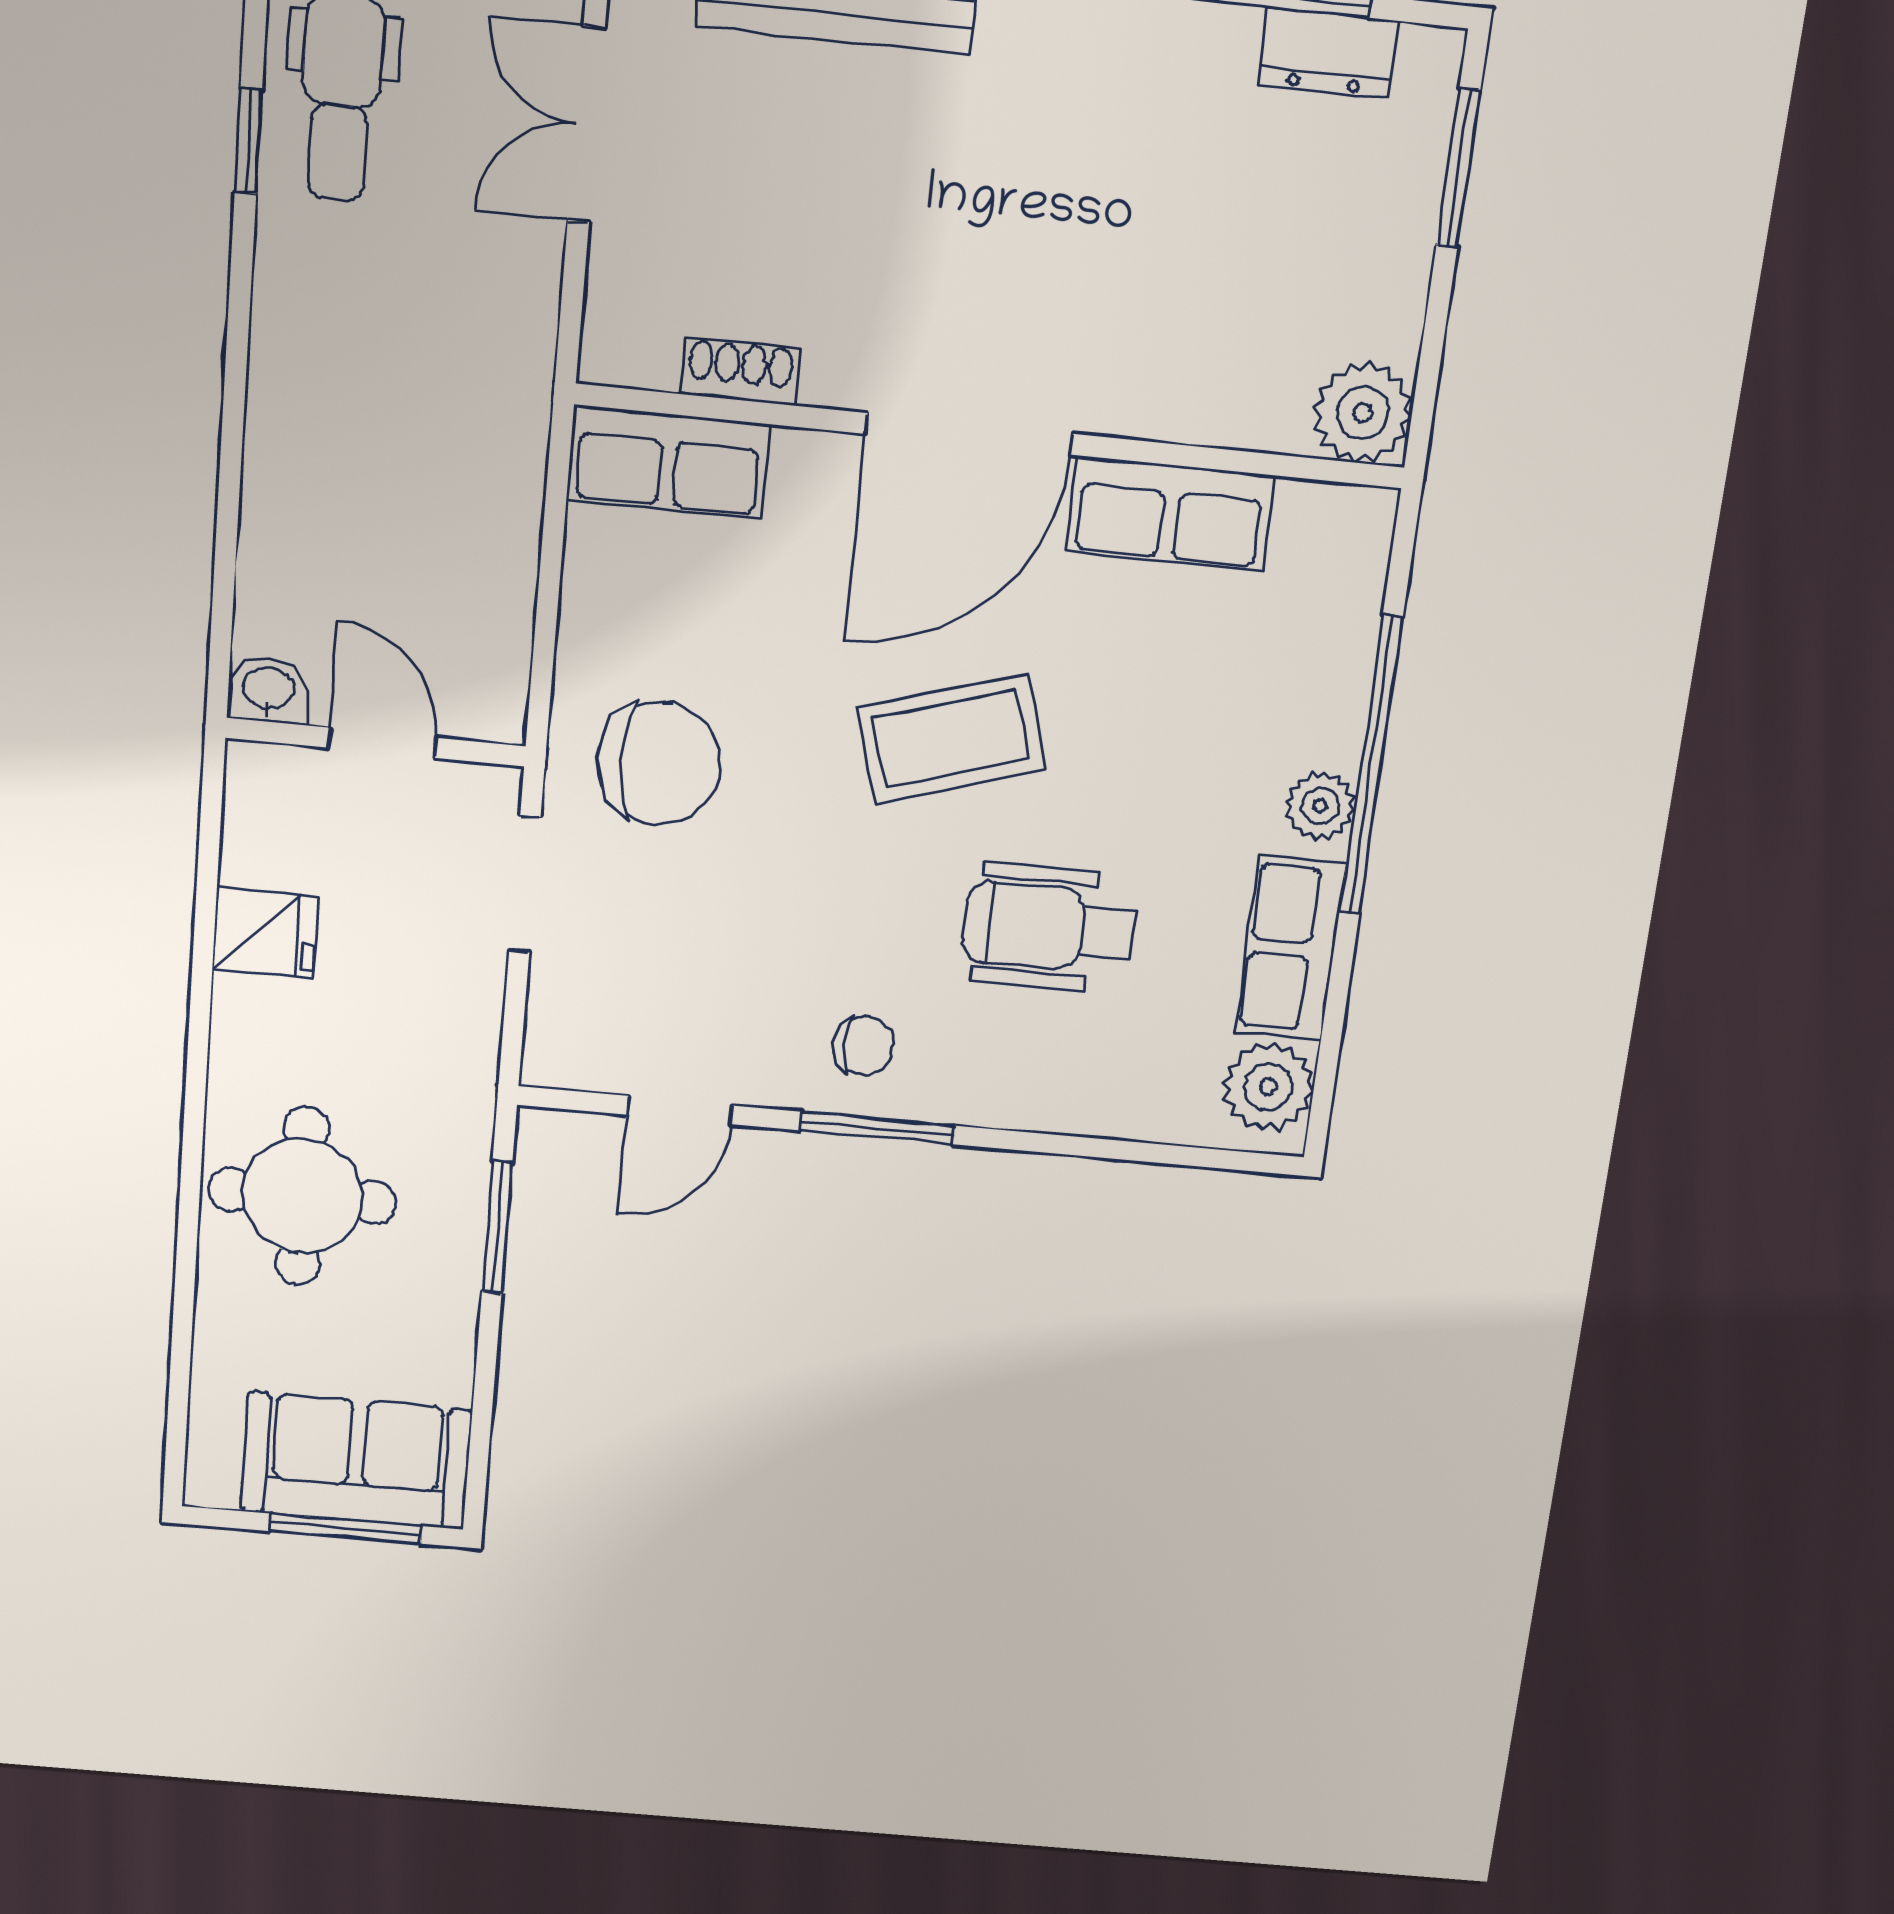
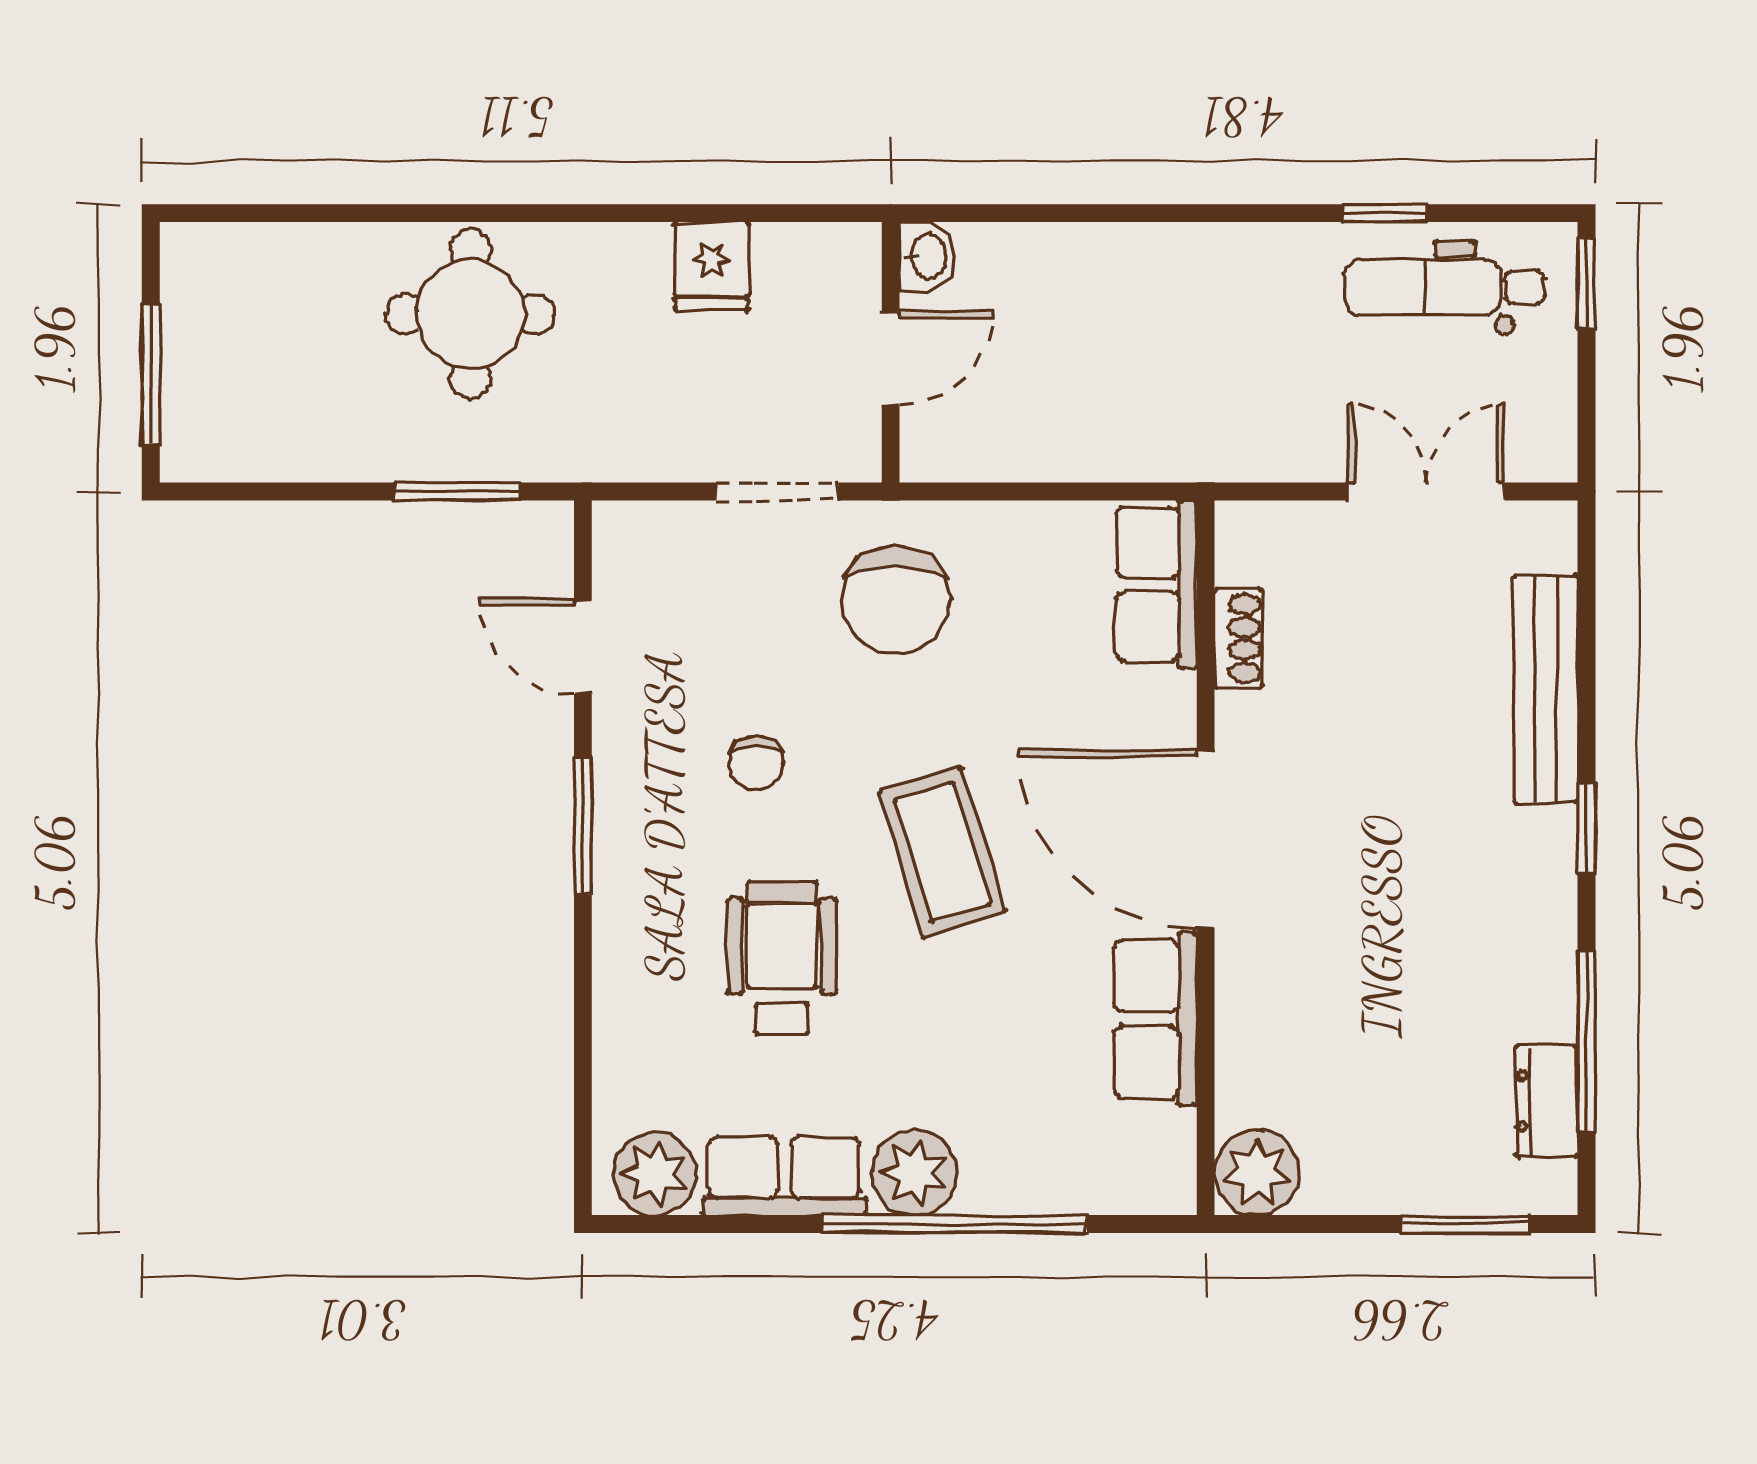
plant: (1320, 806) -> (915, 1173), width x1.38, depth x1.38
chair: (863, 1046) -> (756, 763), moved
sofa: (356, 1461) -> (219, 380), removed

